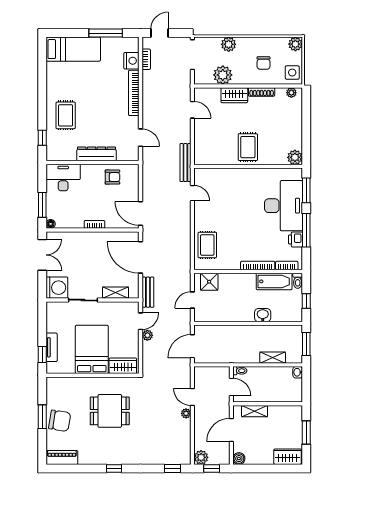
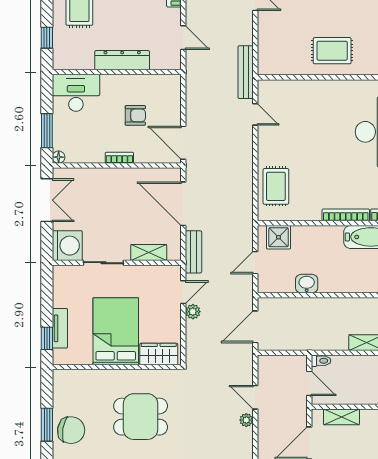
rug: (248, 147) -> (332, 51), turned 90
armchair: (112, 177) -> (135, 115), moved
washbasin: (263, 315) -> (307, 284), moved

